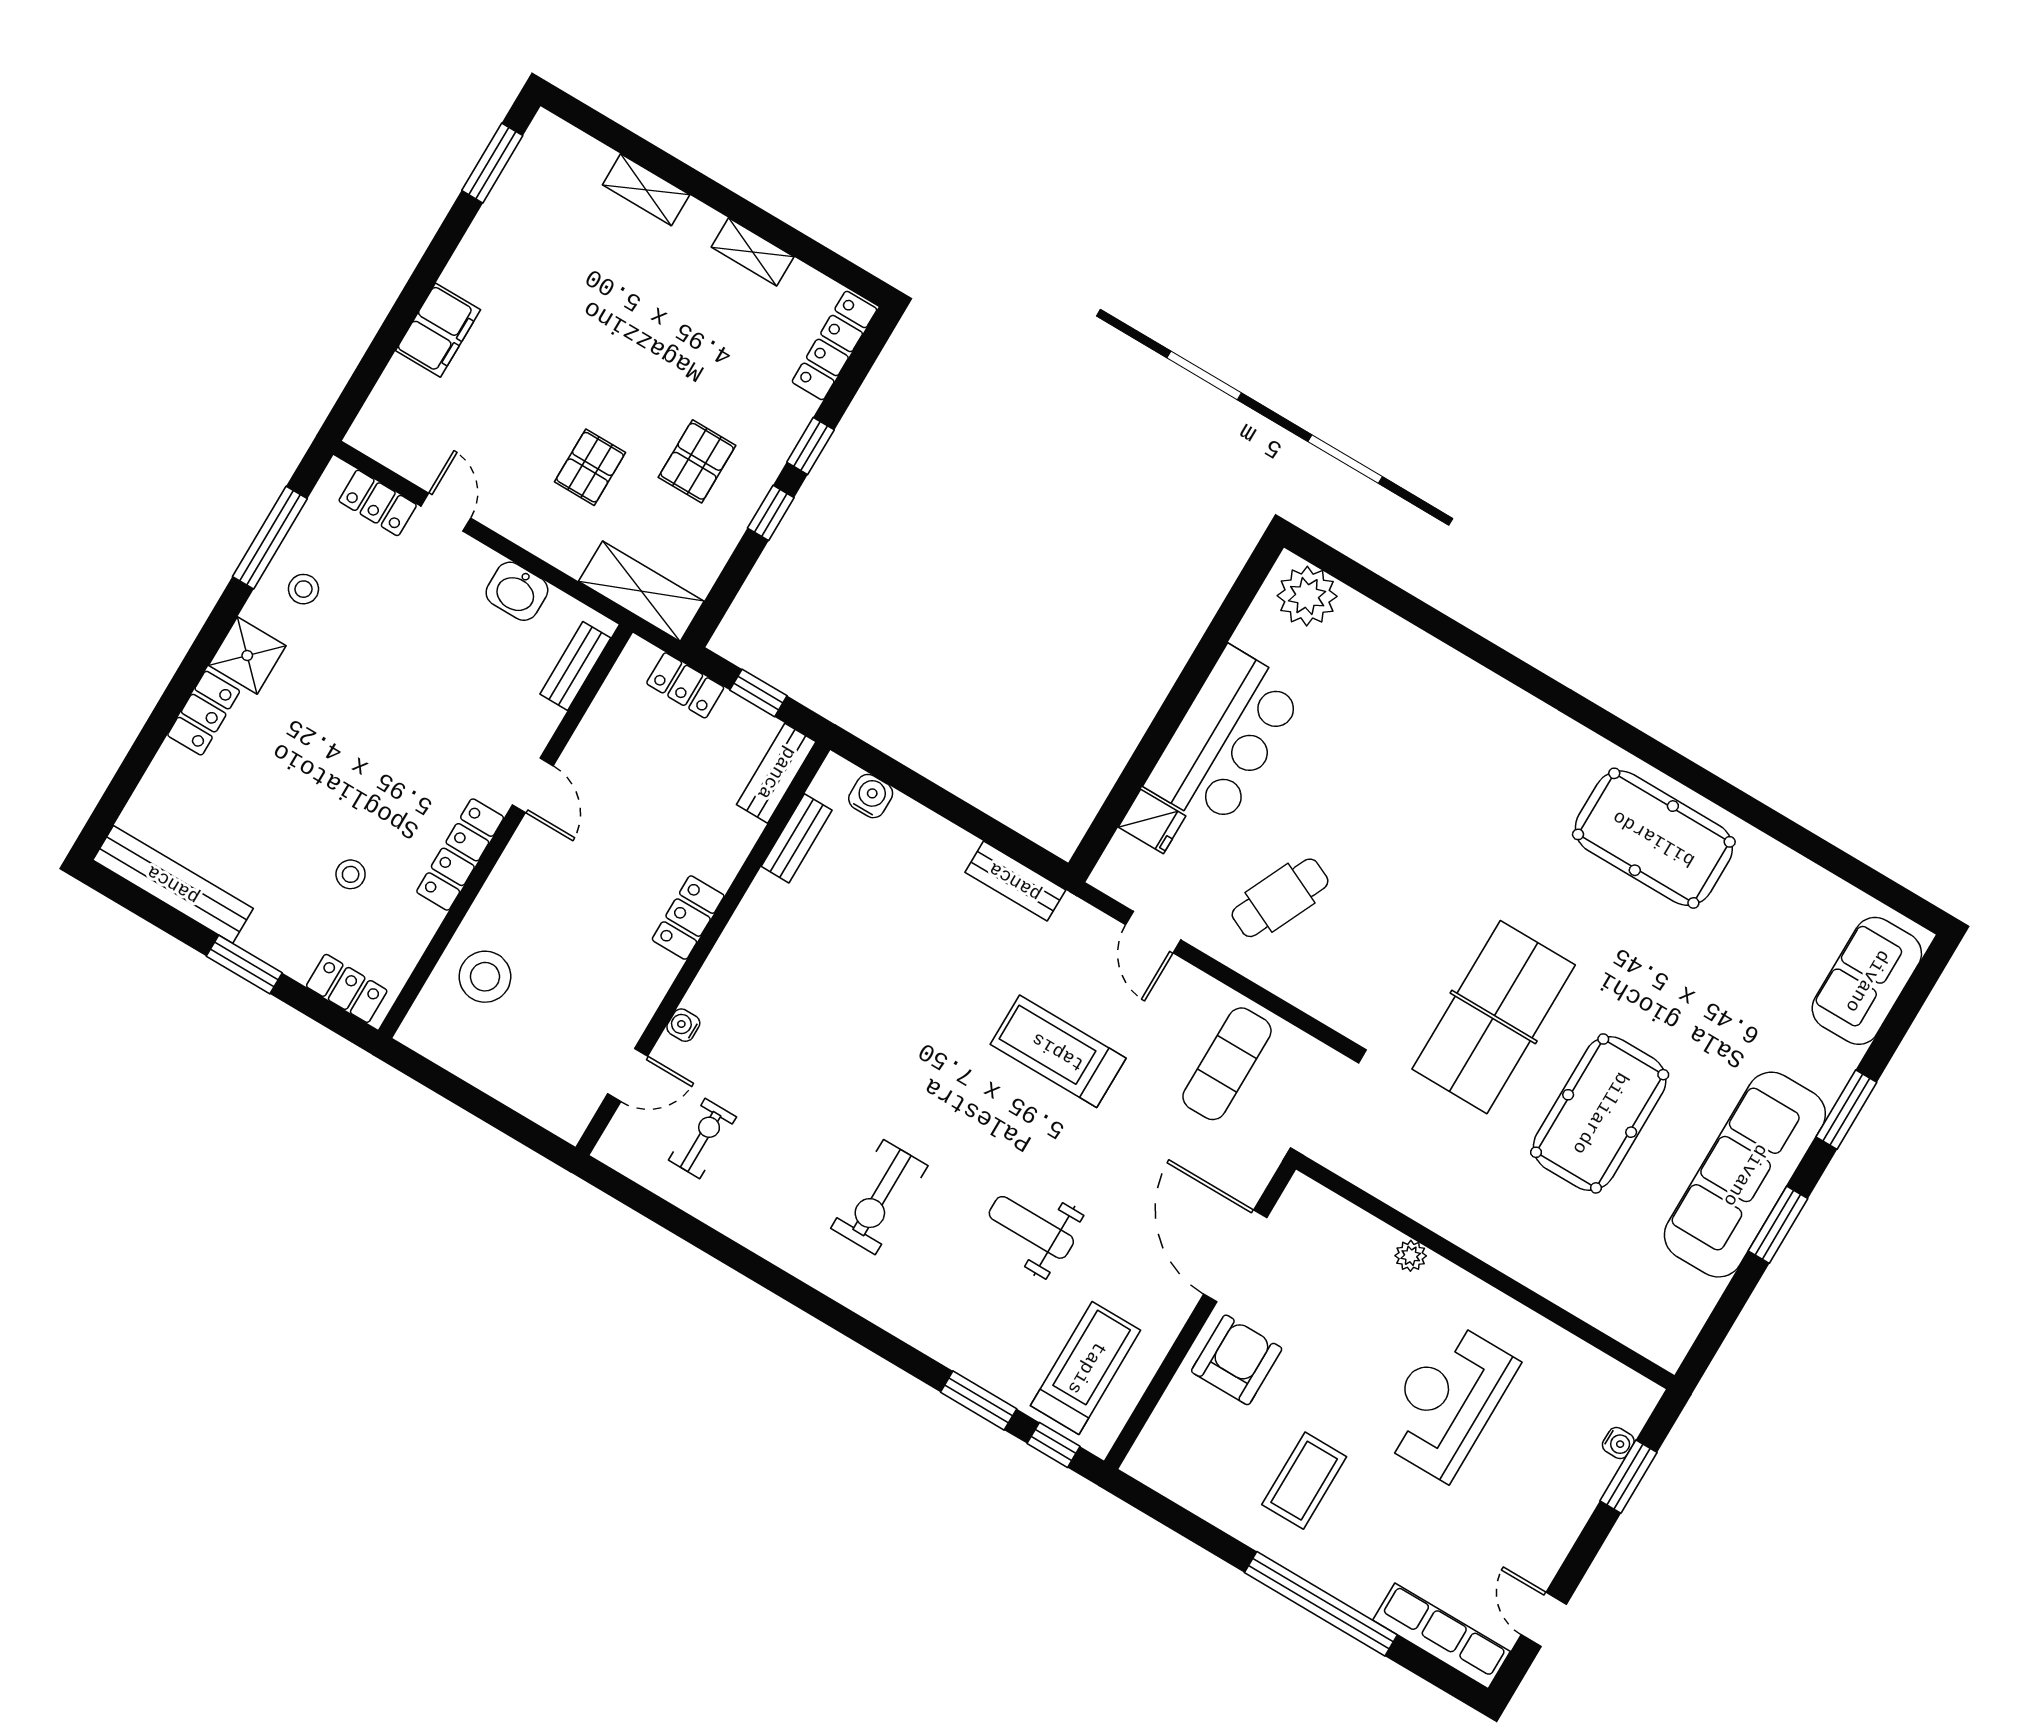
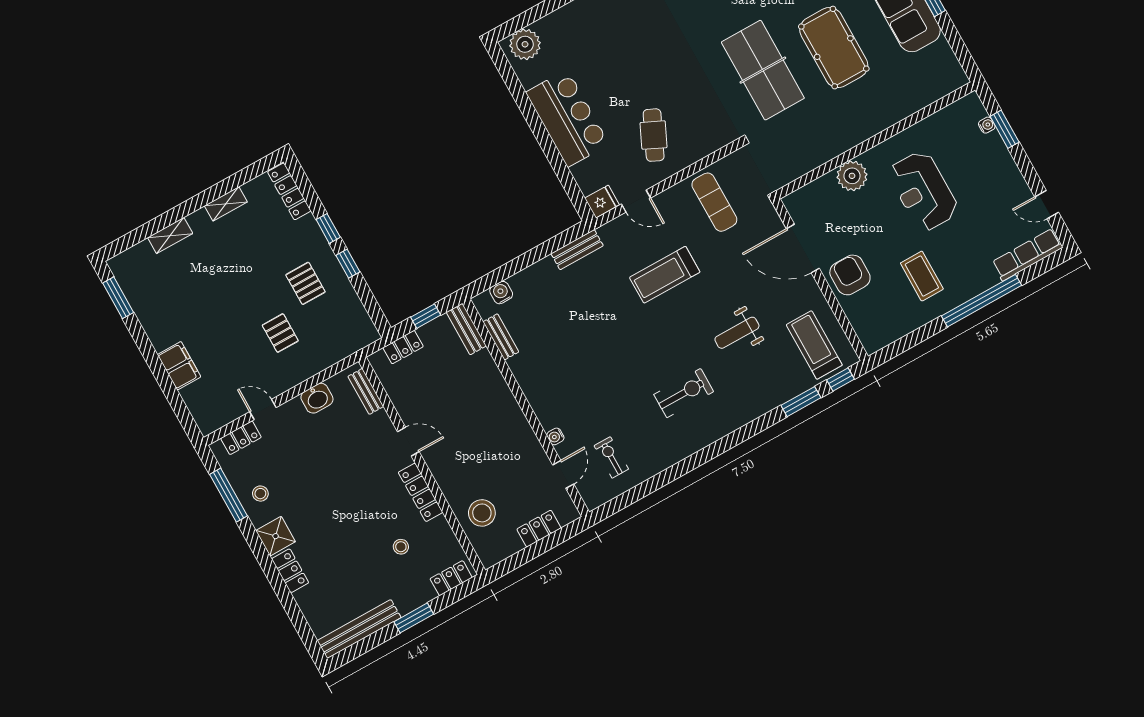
shelving: (641, 591) -> (349, 342), removed
fridge: (1152, 822) -> (602, 201), moved
locker: (688, 918) -> (539, 529), moved, turned 90
exercise bike: (879, 1197) -> (684, 393), turned -90
plant: (1411, 1256) -> (852, 176), width x1.88, depth x1.88

